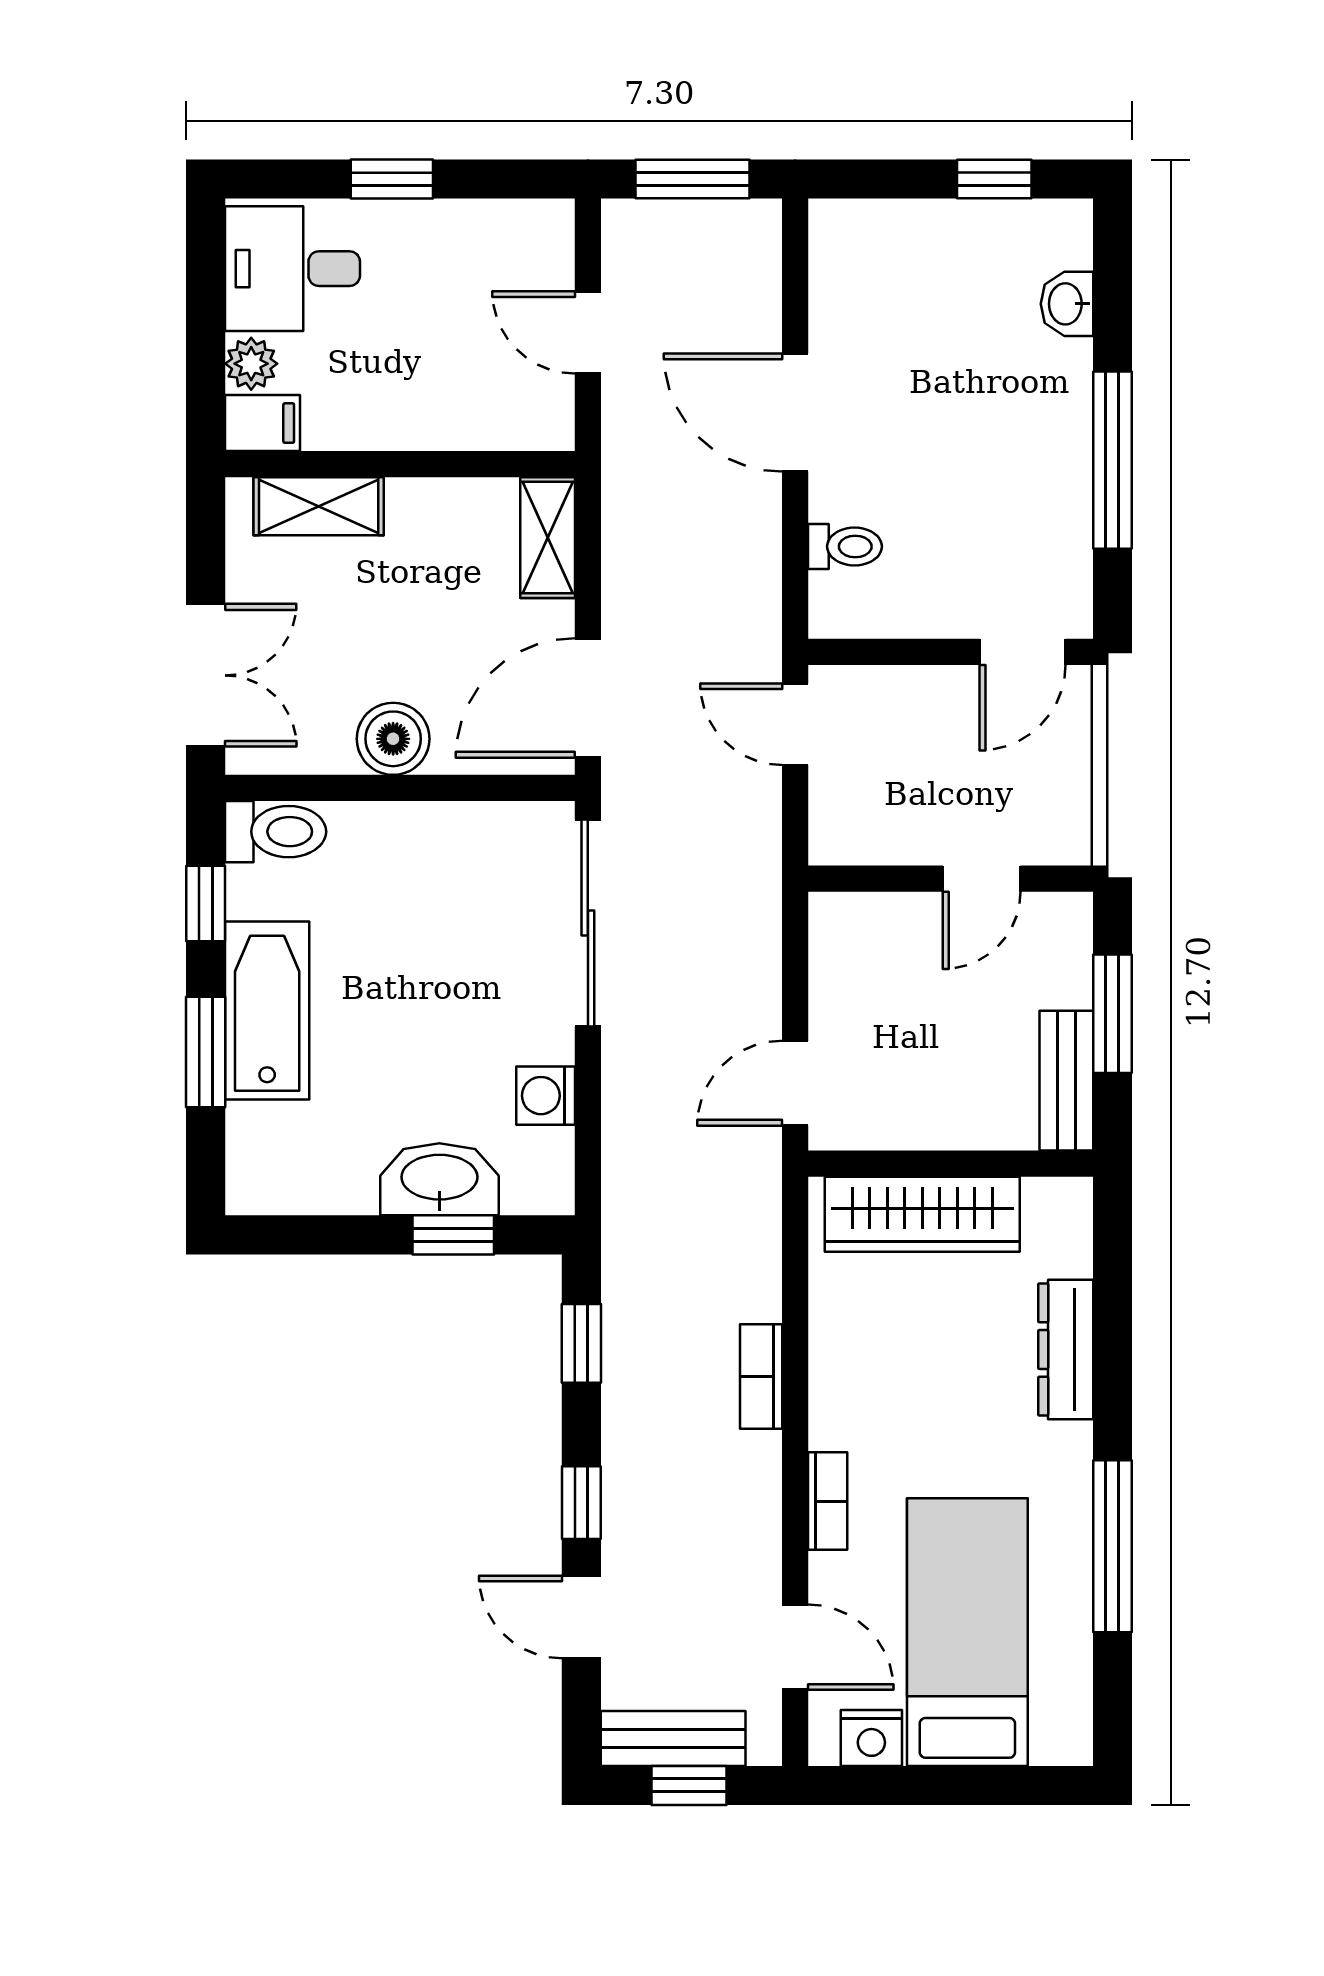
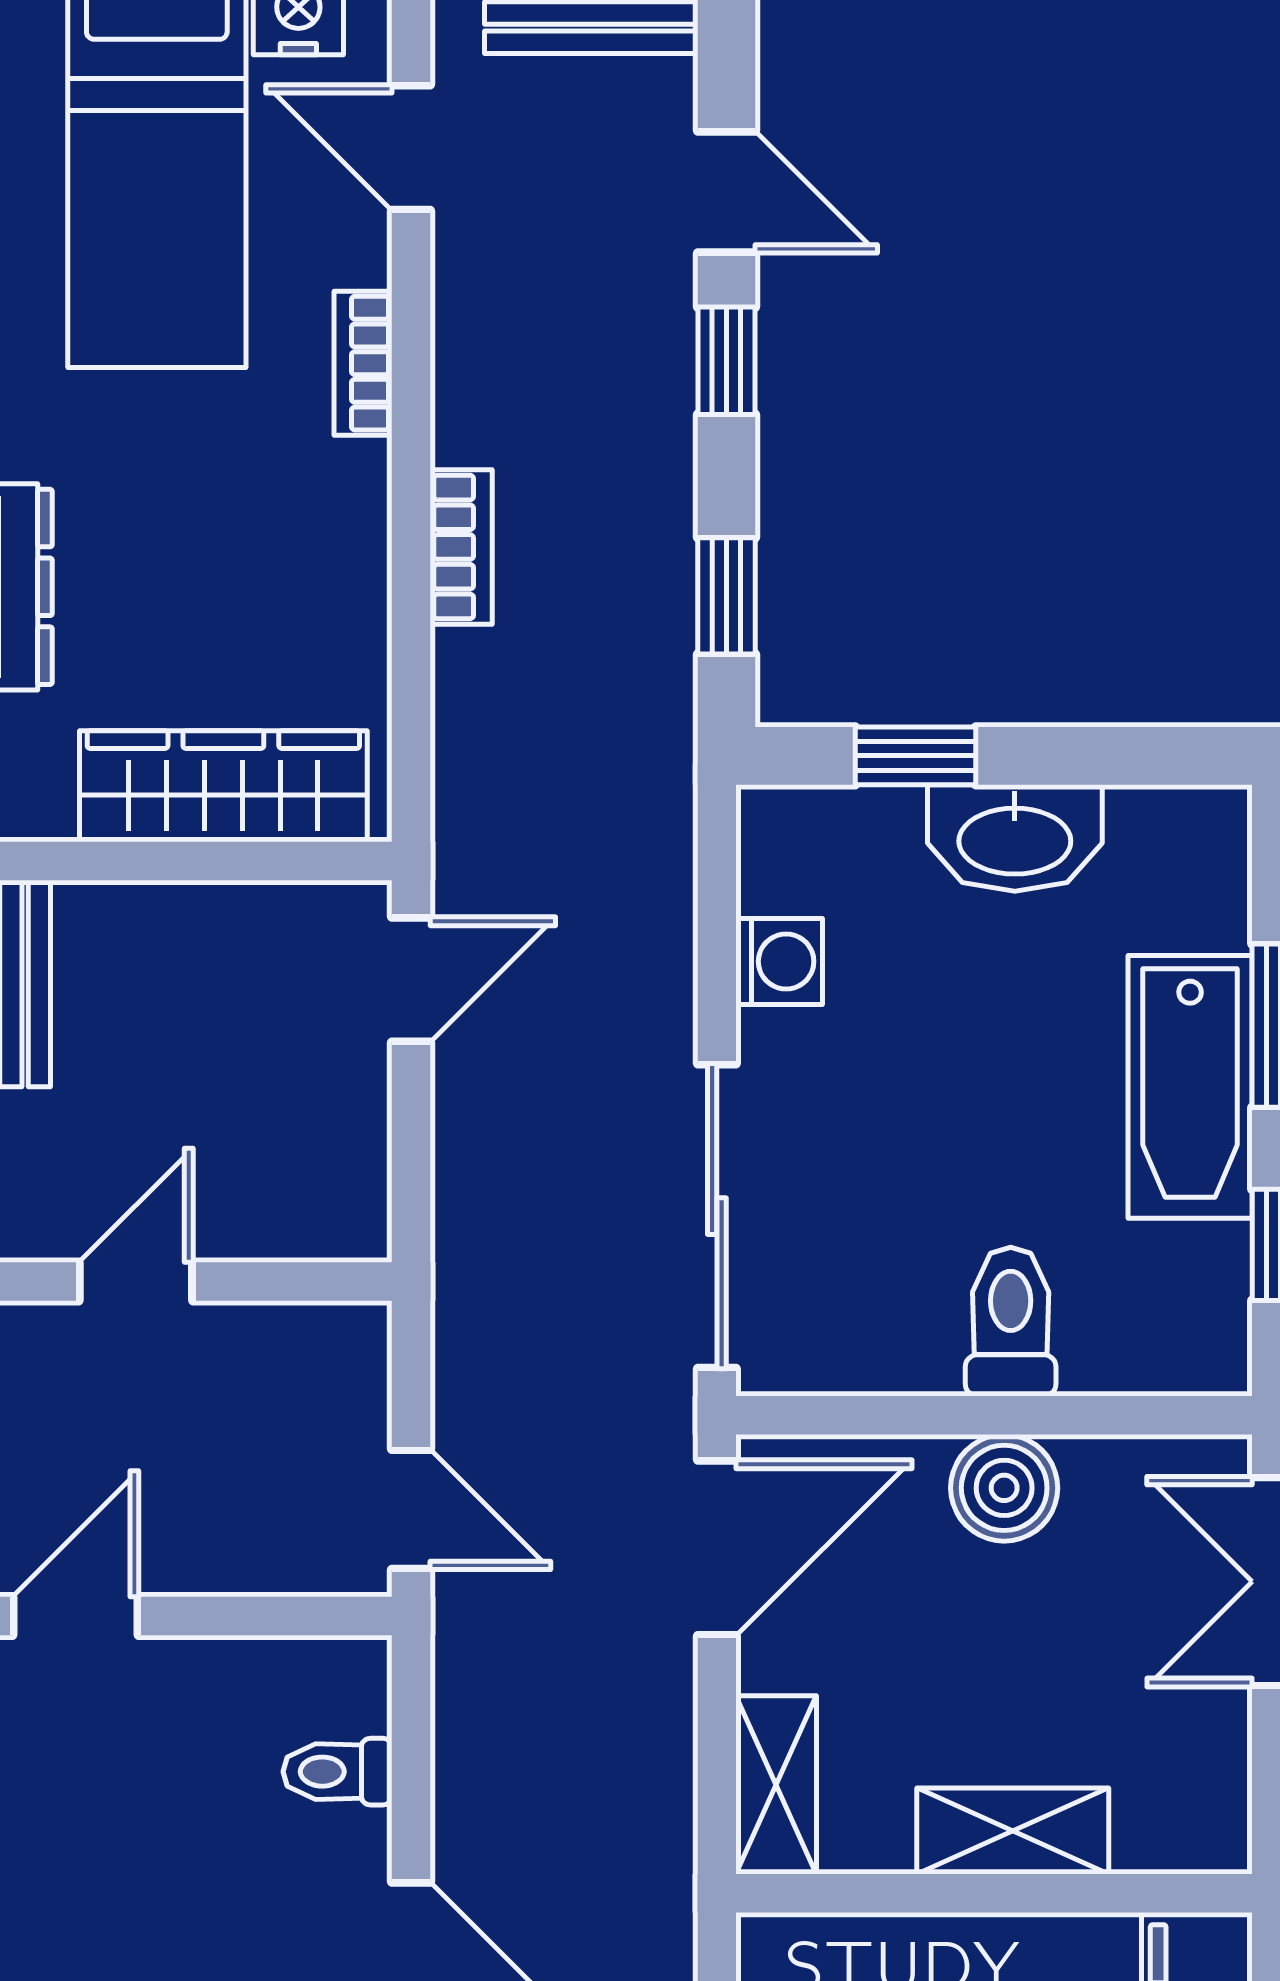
shelving: (319, 506) -> (1013, 1831), moved
toilet: (276, 832) -> (1011, 1322), moved, turned 90
washbasin: (439, 1179) -> (1015, 838), moved

